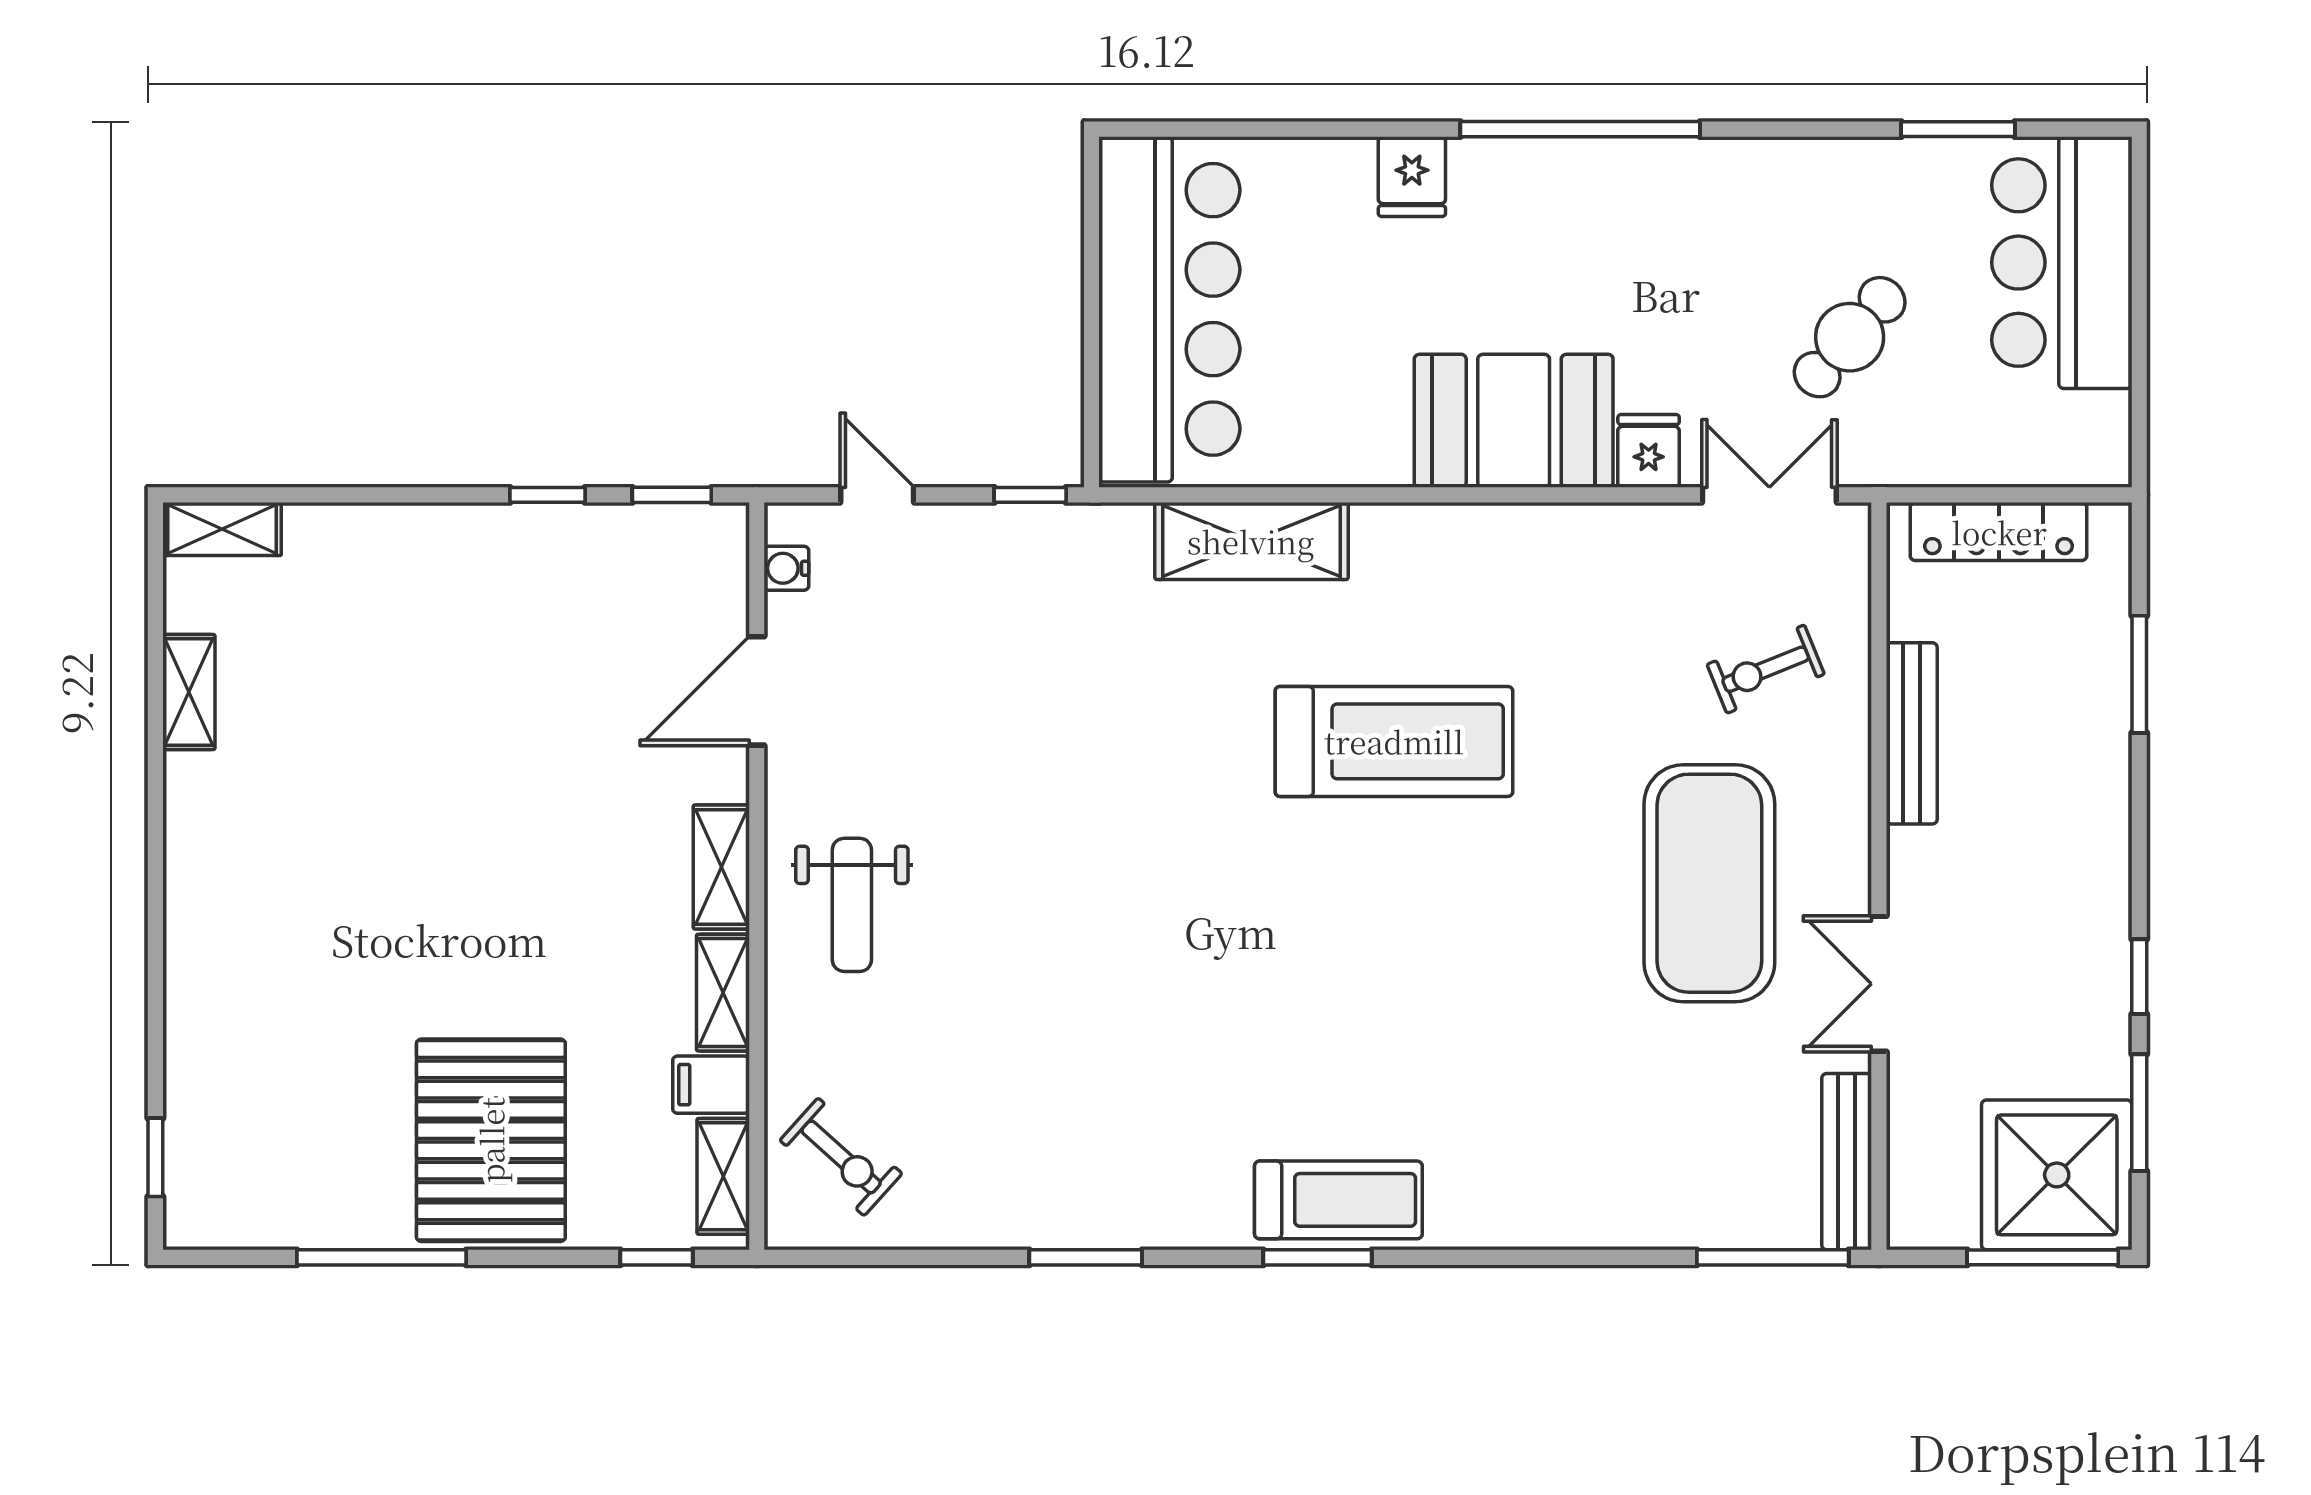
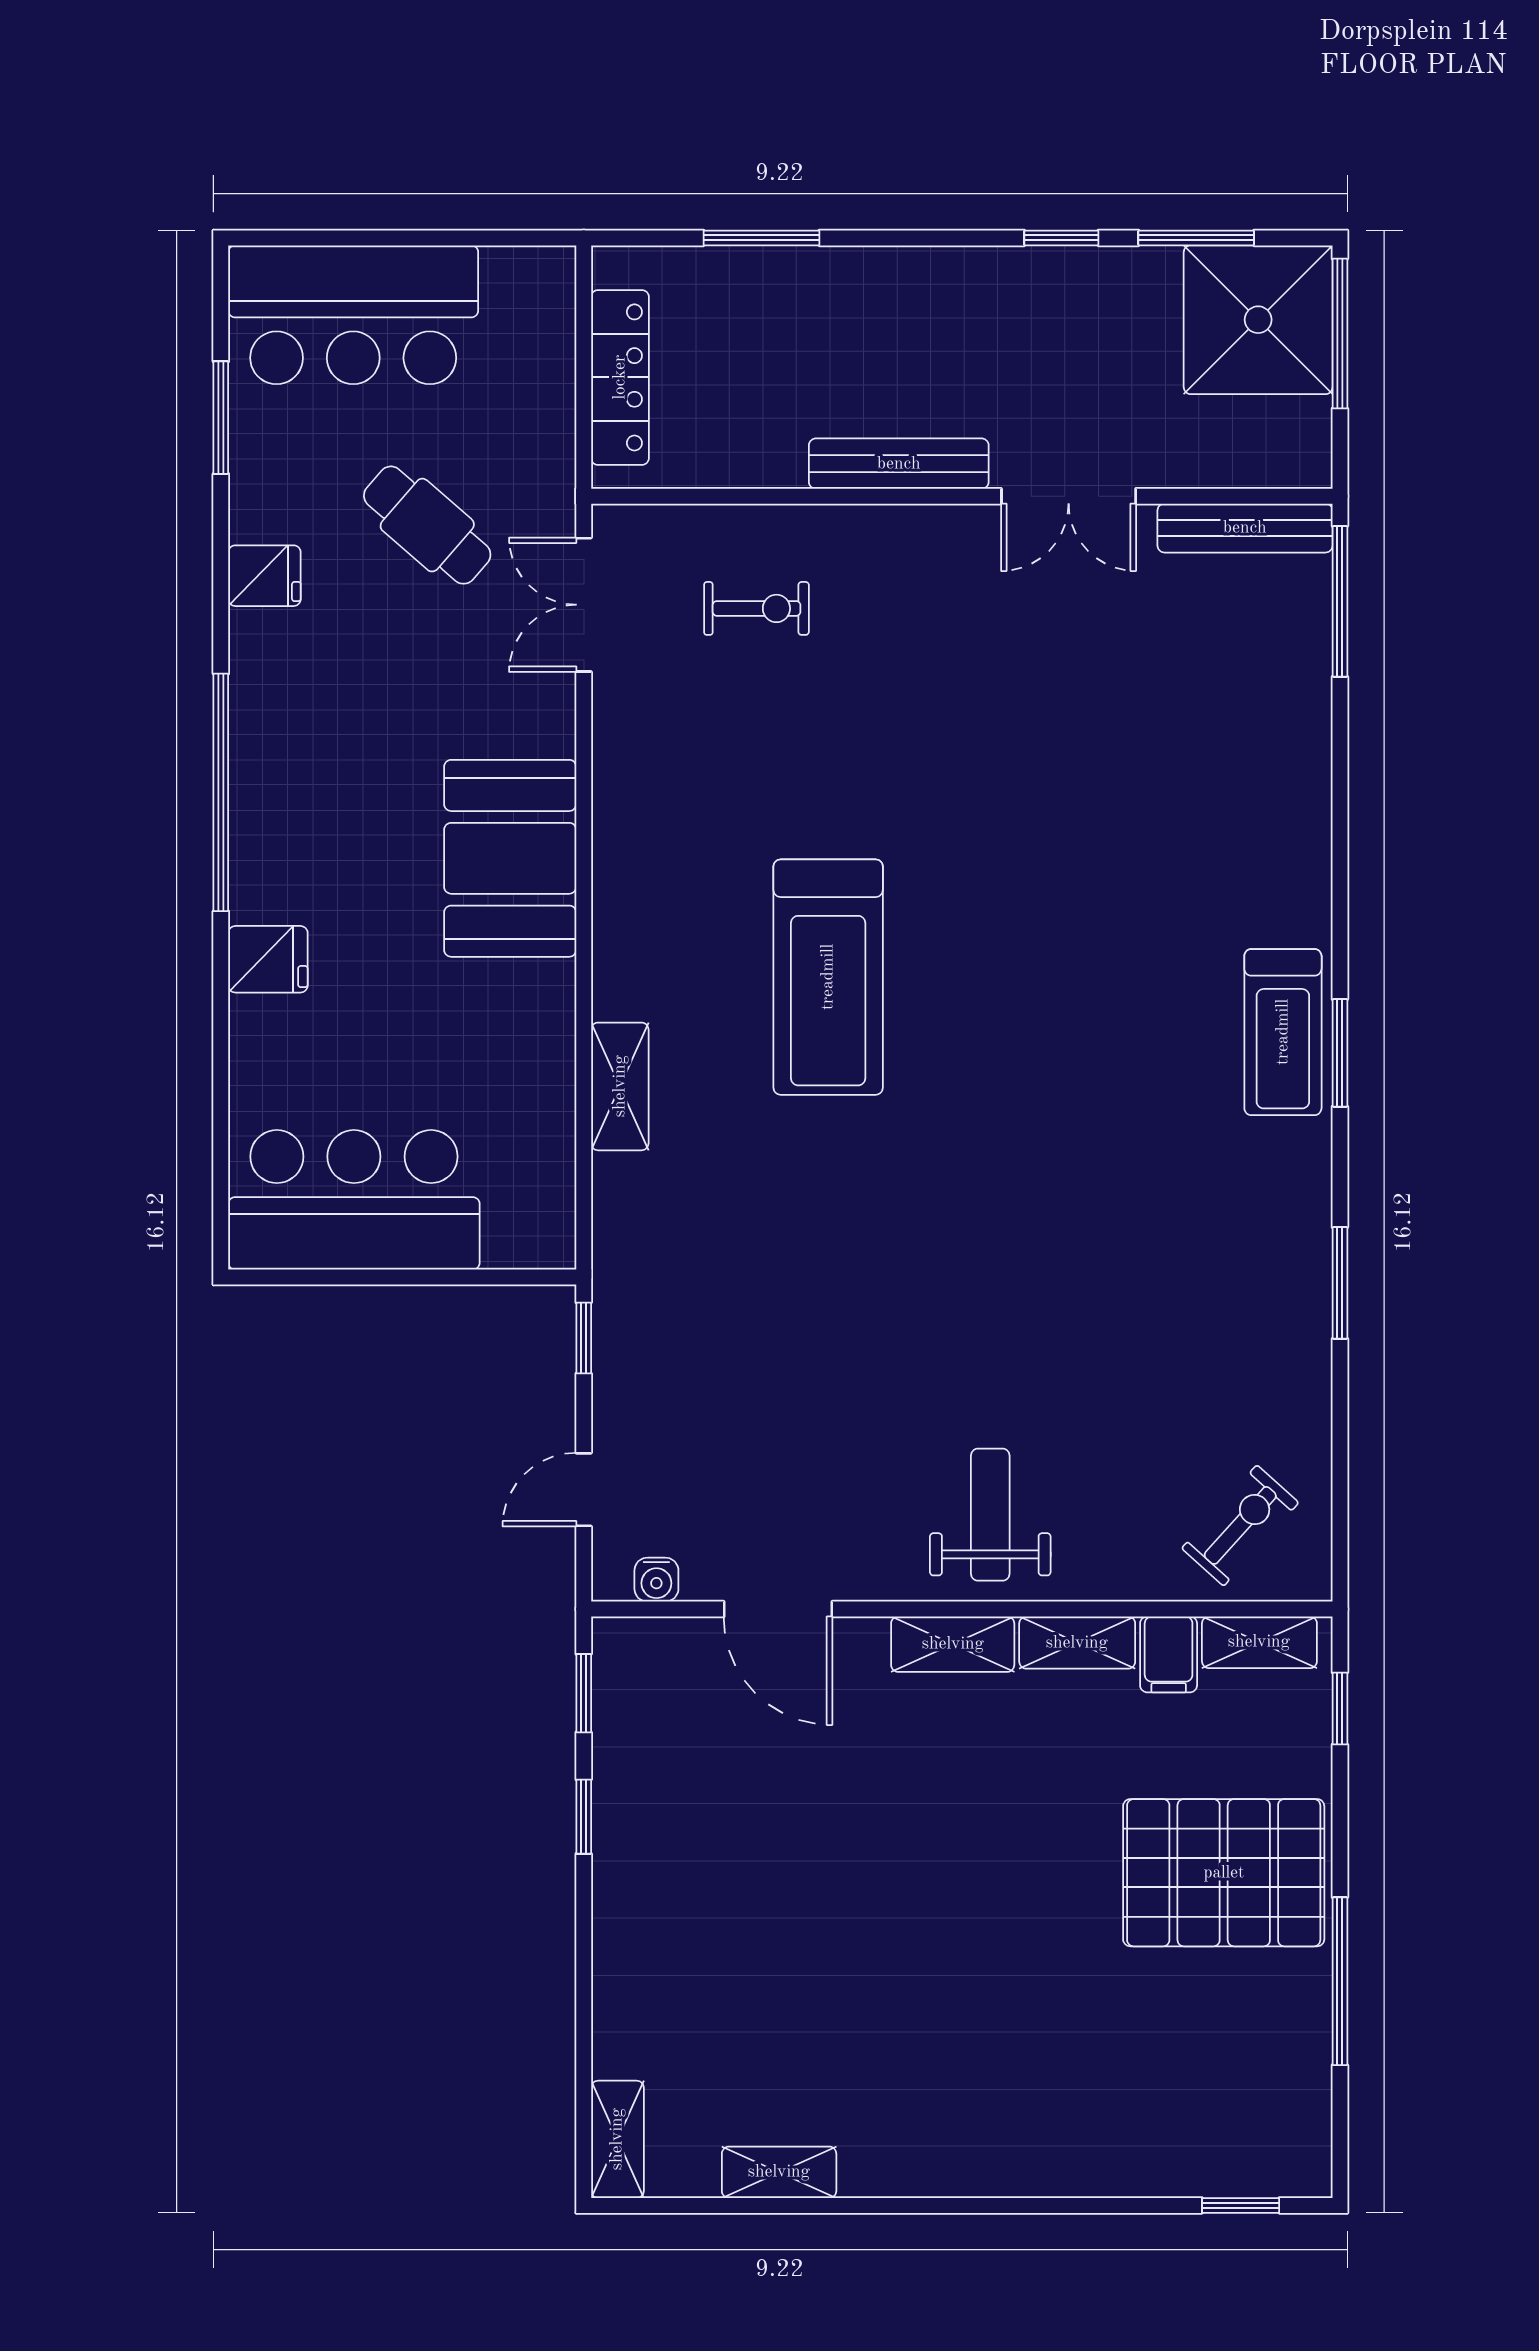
bar counter: (1169, 309) -> (354, 1200), width x0.73
fridge: (1649, 451) -> (264, 576), moved, turned 180
shelving: (1251, 541) -> (620, 1086), width x0.67, depth x0.75
exercise bike: (1766, 669) -> (757, 608), turned -68
bench: (1912, 733) -> (899, 464), moved
treadmill: (1394, 741) -> (828, 977), turned 180
exercise mat: (1709, 883) -> (969, 664), removed
weight bench: (852, 905) -> (990, 1515), turned -90
treadmill: (1338, 1200) -> (1283, 1032), turned 180

